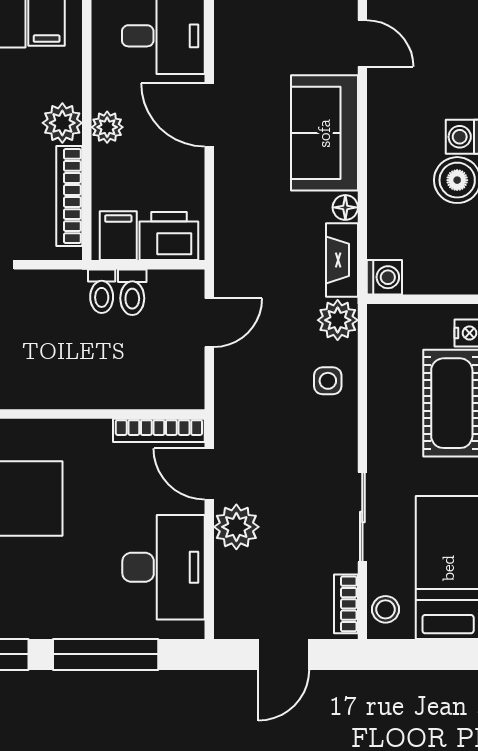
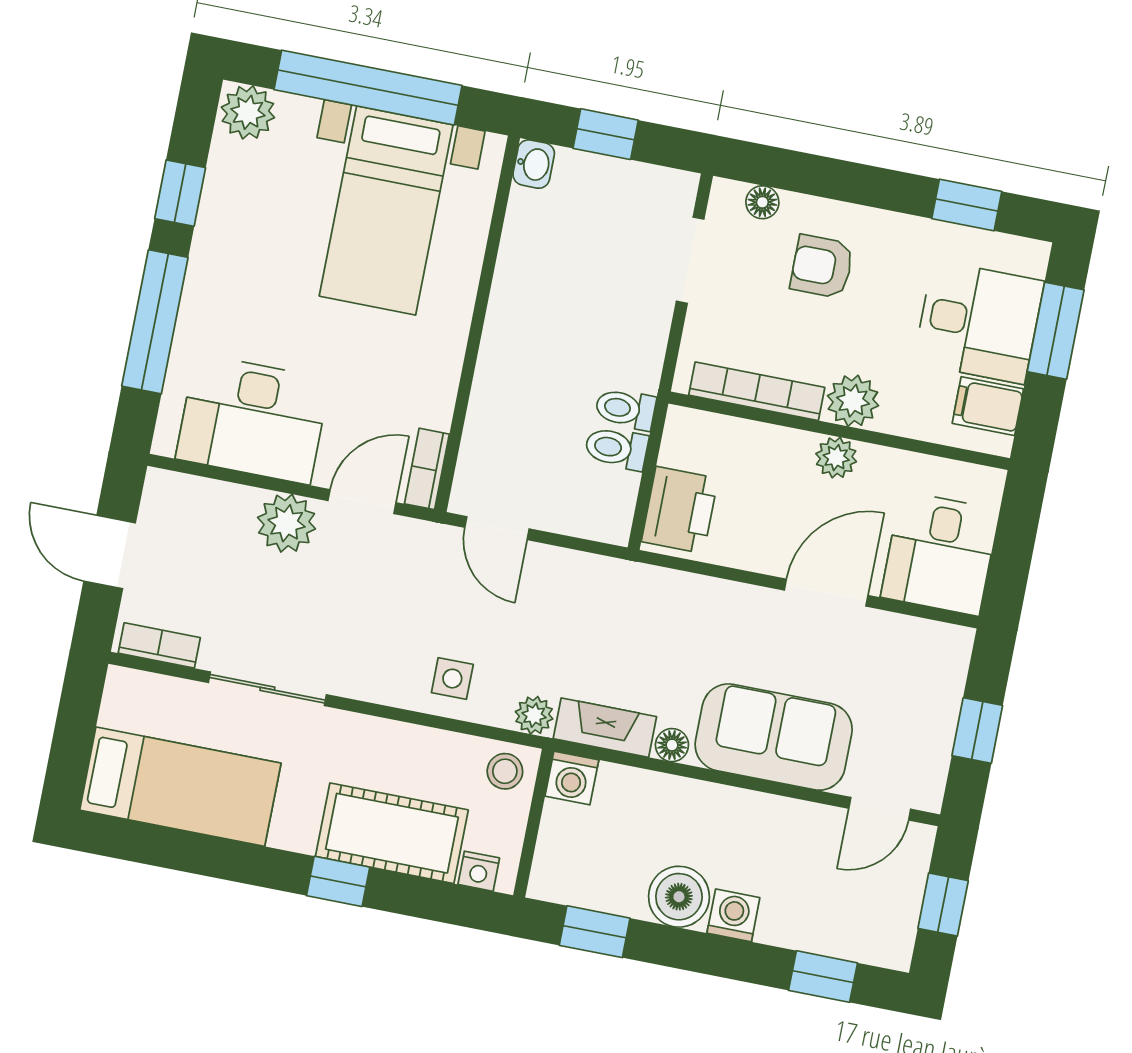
filing cabinet: (118, 236) -> (693, 445), removed
plant: (338, 320) -> (534, 715), width x0.73, depth x0.73
door: (209, 323) -> (497, 528), moved
bookcase: (159, 430) -> (427, 469), width x0.64
stool: (386, 609) -> (505, 771), moved

